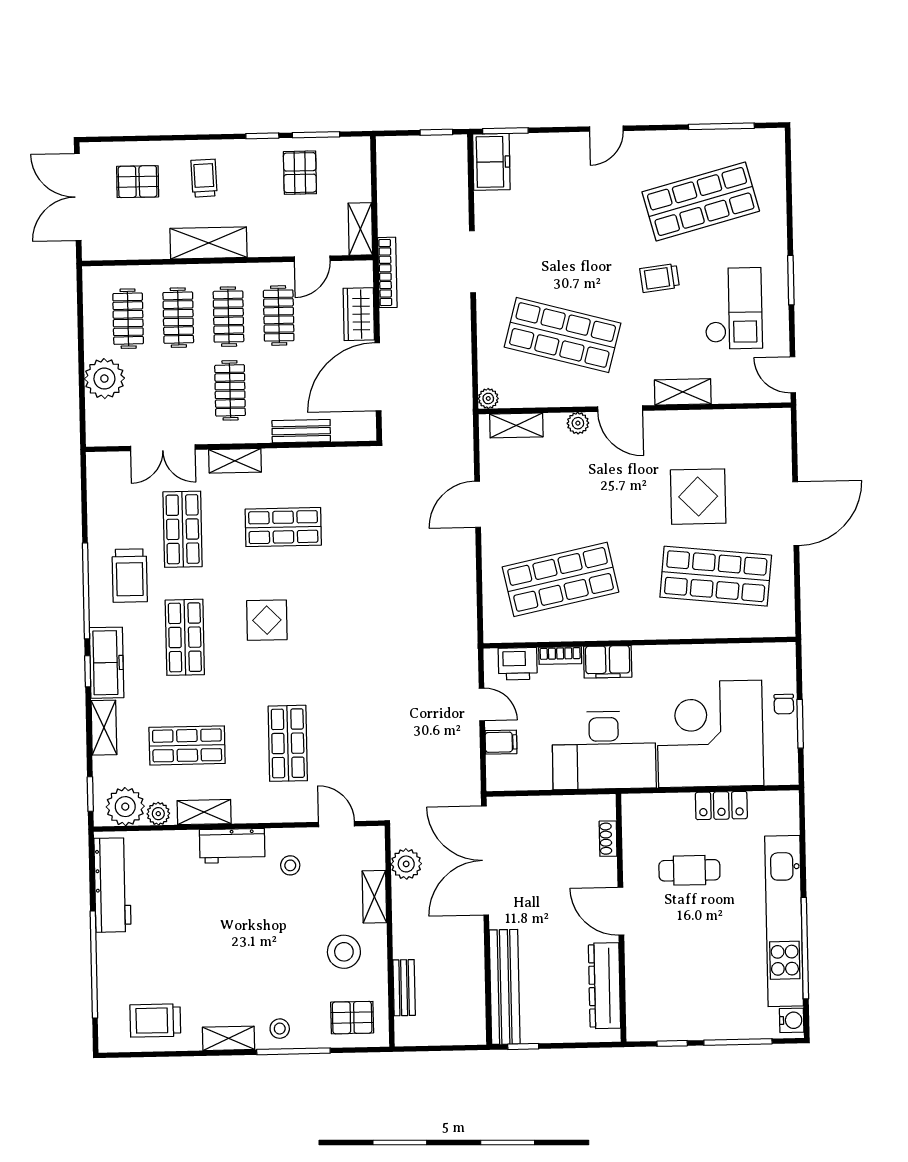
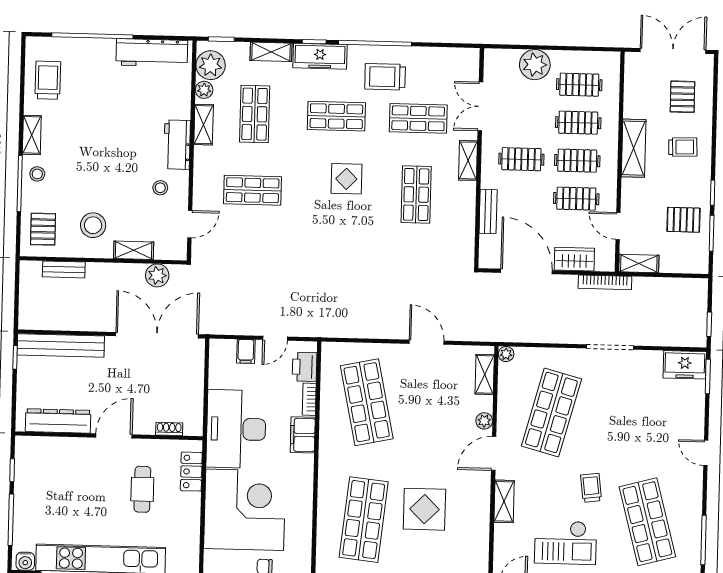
locker: (721, 805) -> (191, 472), moved

